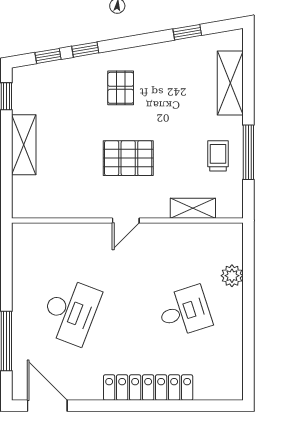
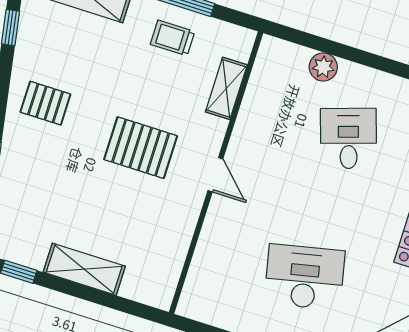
pallet: (121, 88) -> (45, 103), moved
pallet: (128, 158) -> (141, 148), turned 90
desk: (70, 312) -> (304, 277), turned -33

